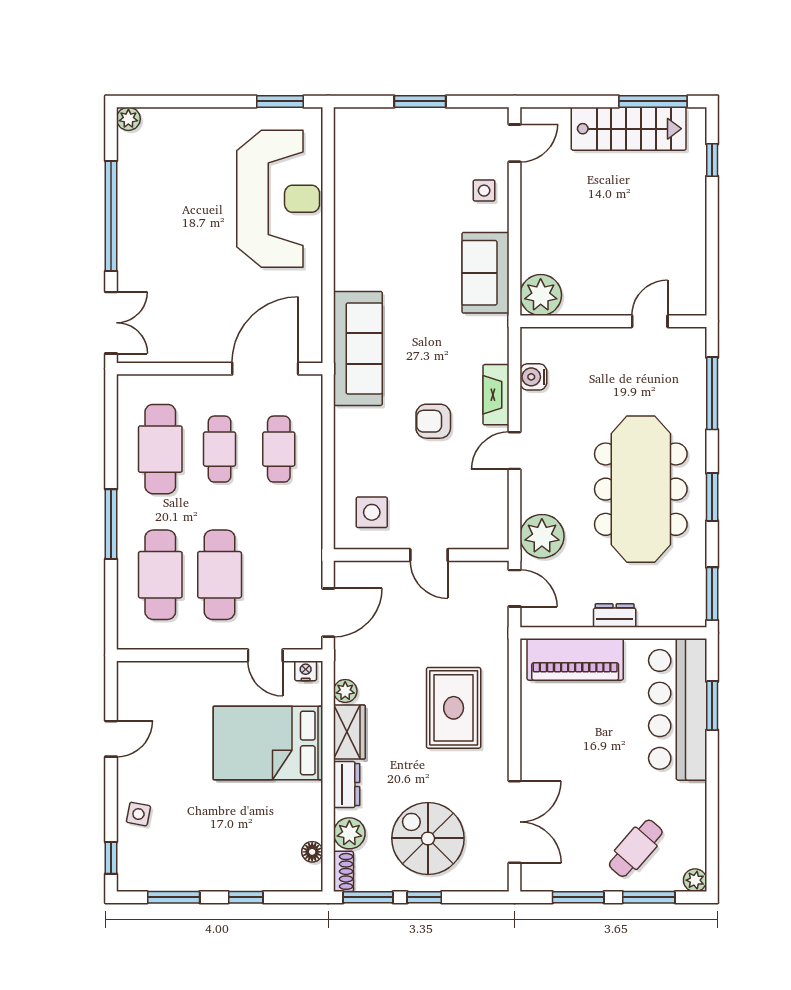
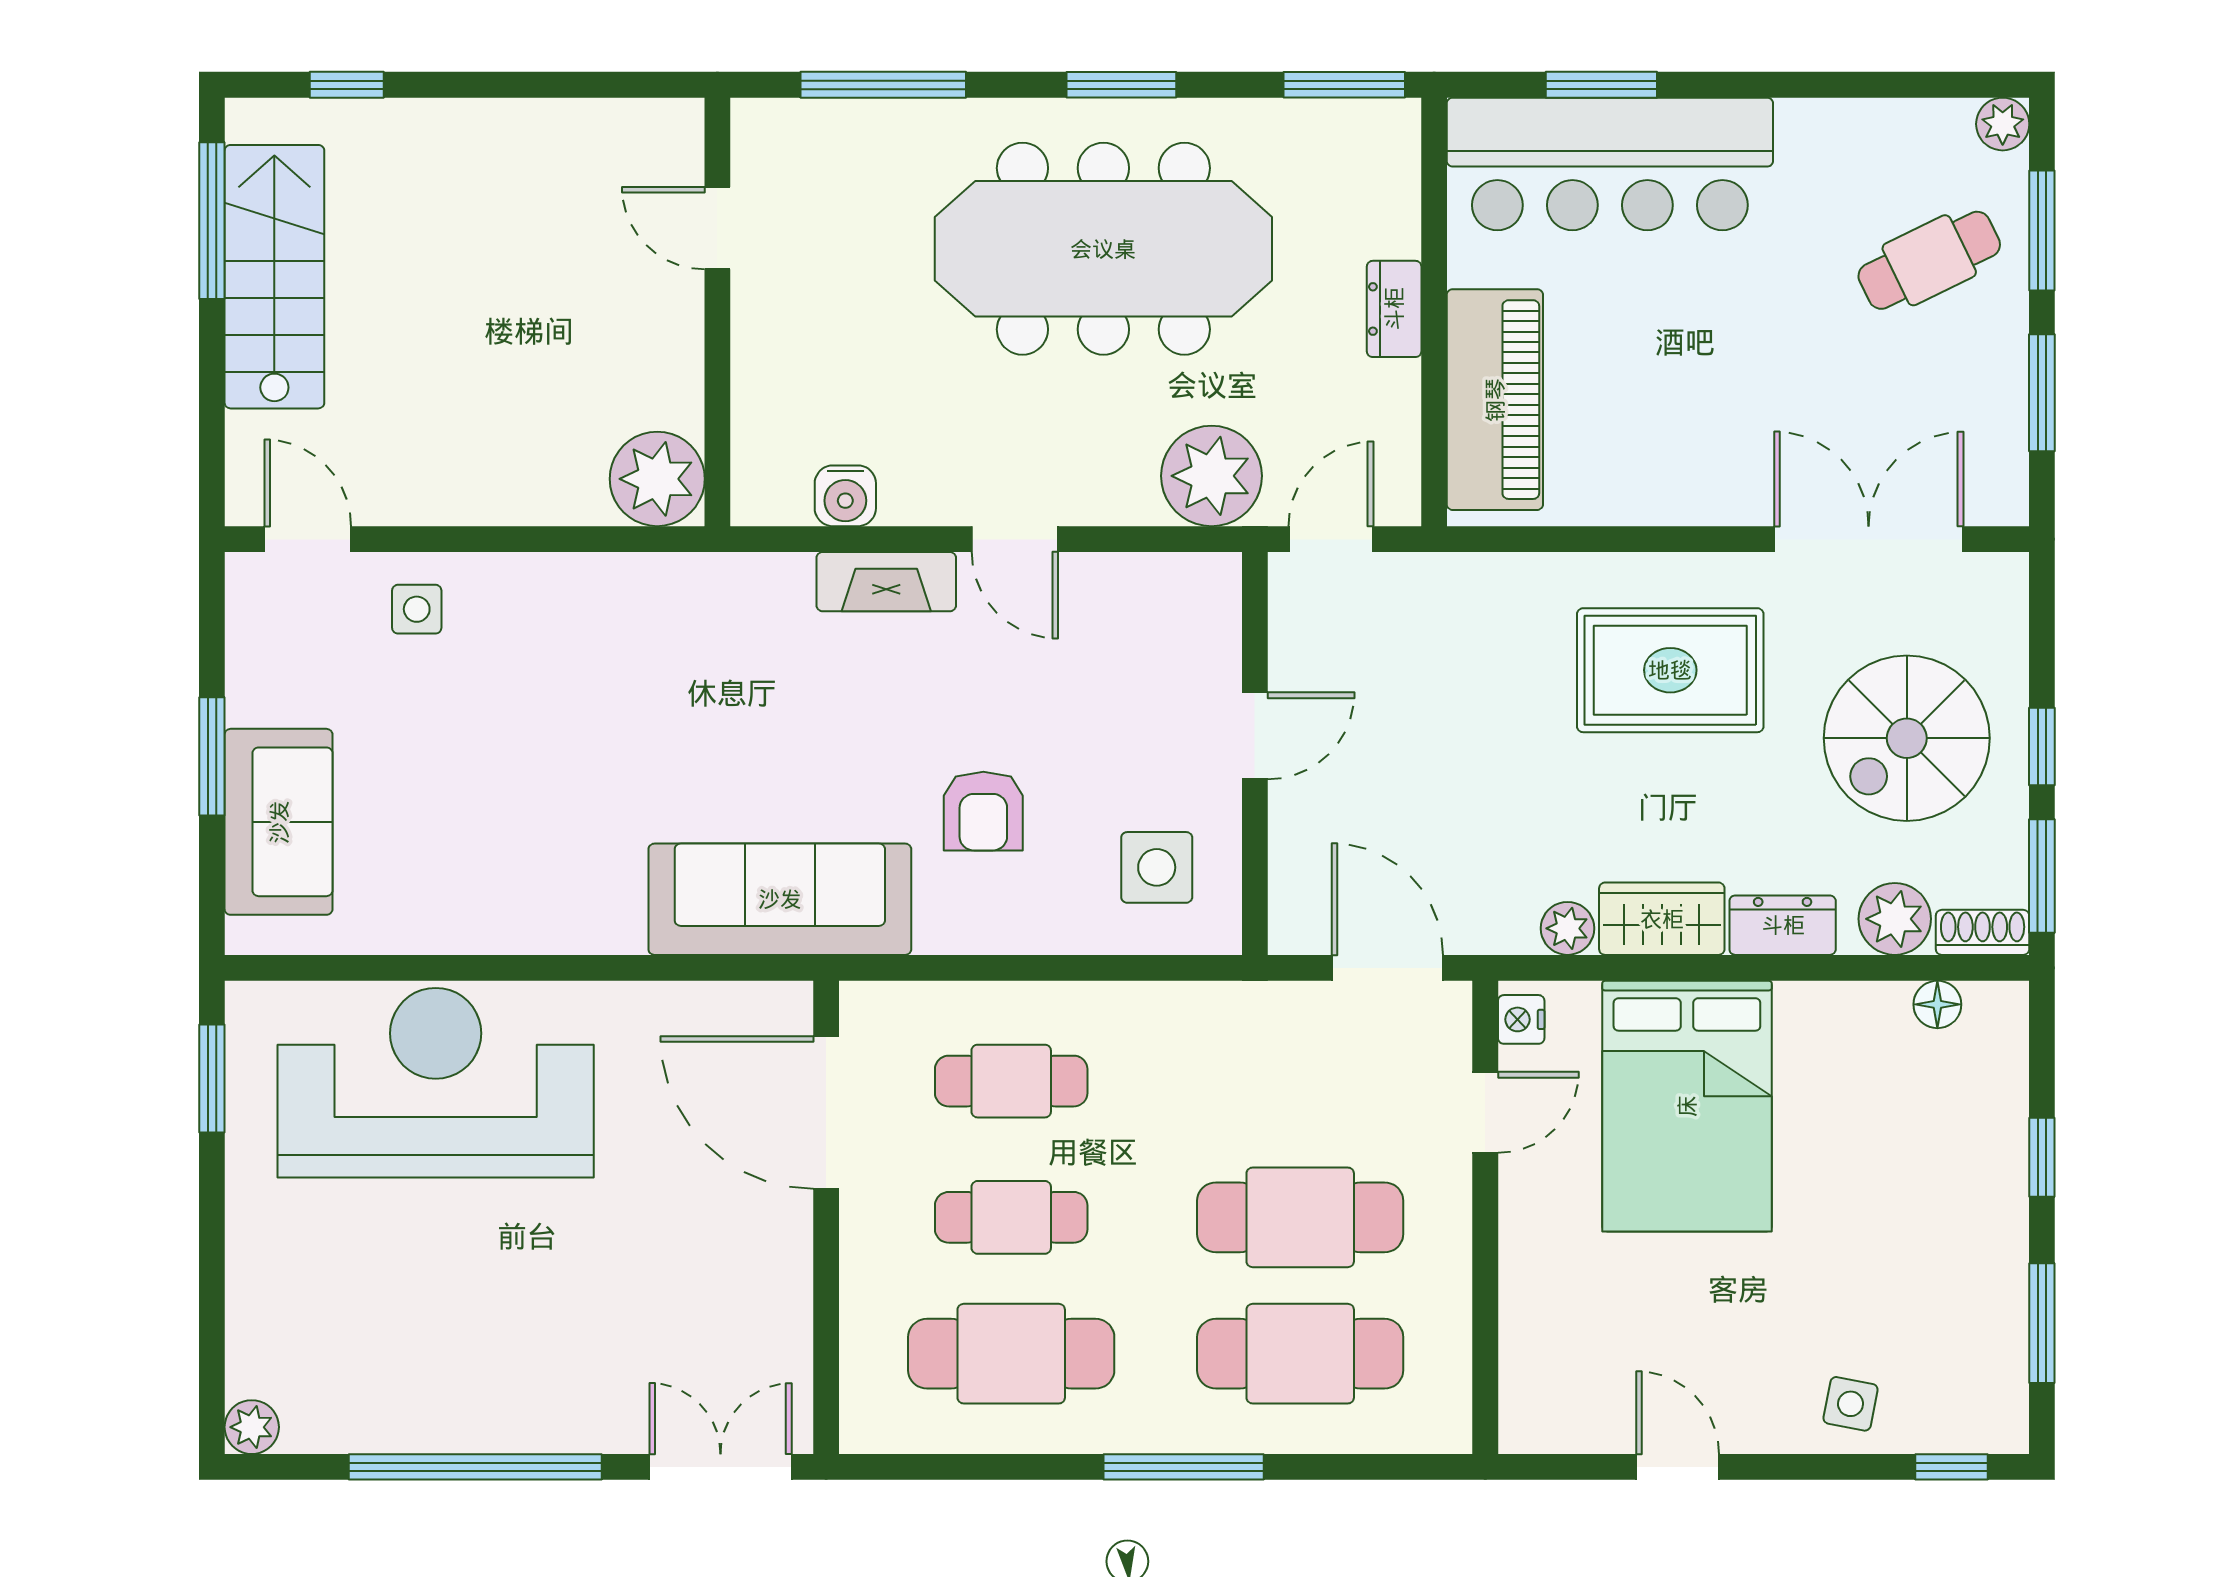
sofa: (486, 273) -> (279, 822), moved, turned -90
armchair: (433, 421) -> (983, 811), moved
rug: (454, 708) -> (1670, 670), moved
cafe table: (636, 848) -> (1929, 260), turned -67

